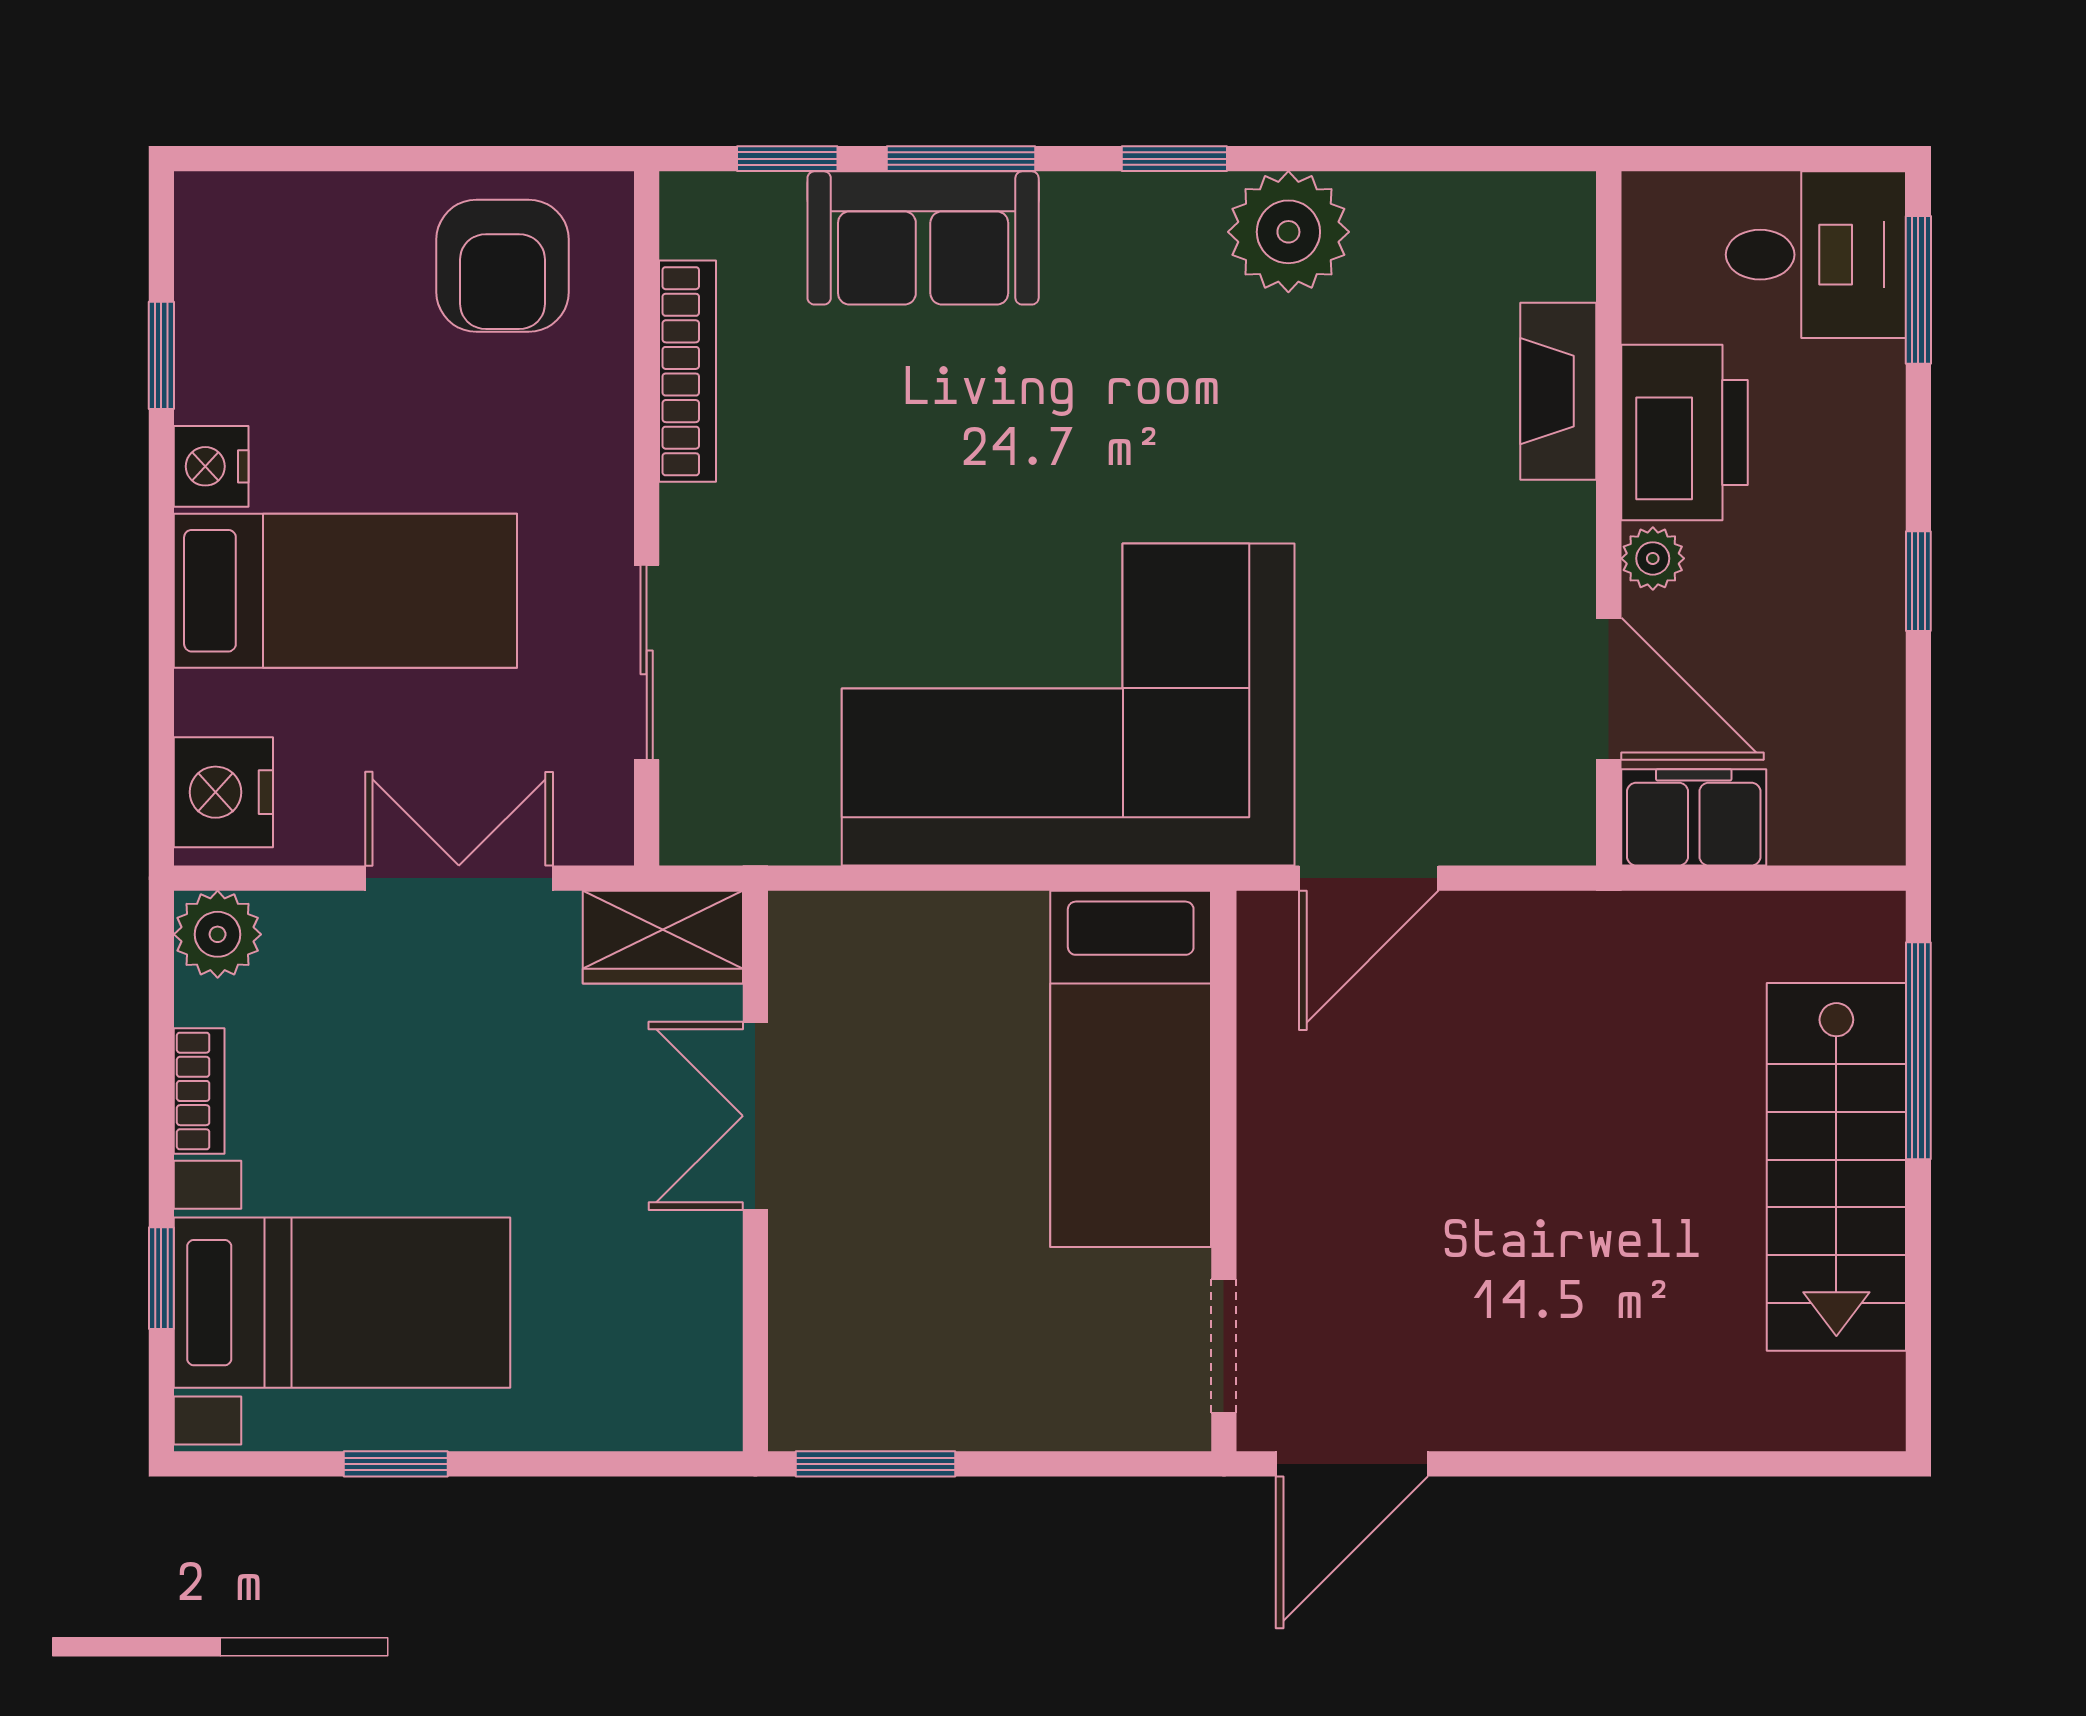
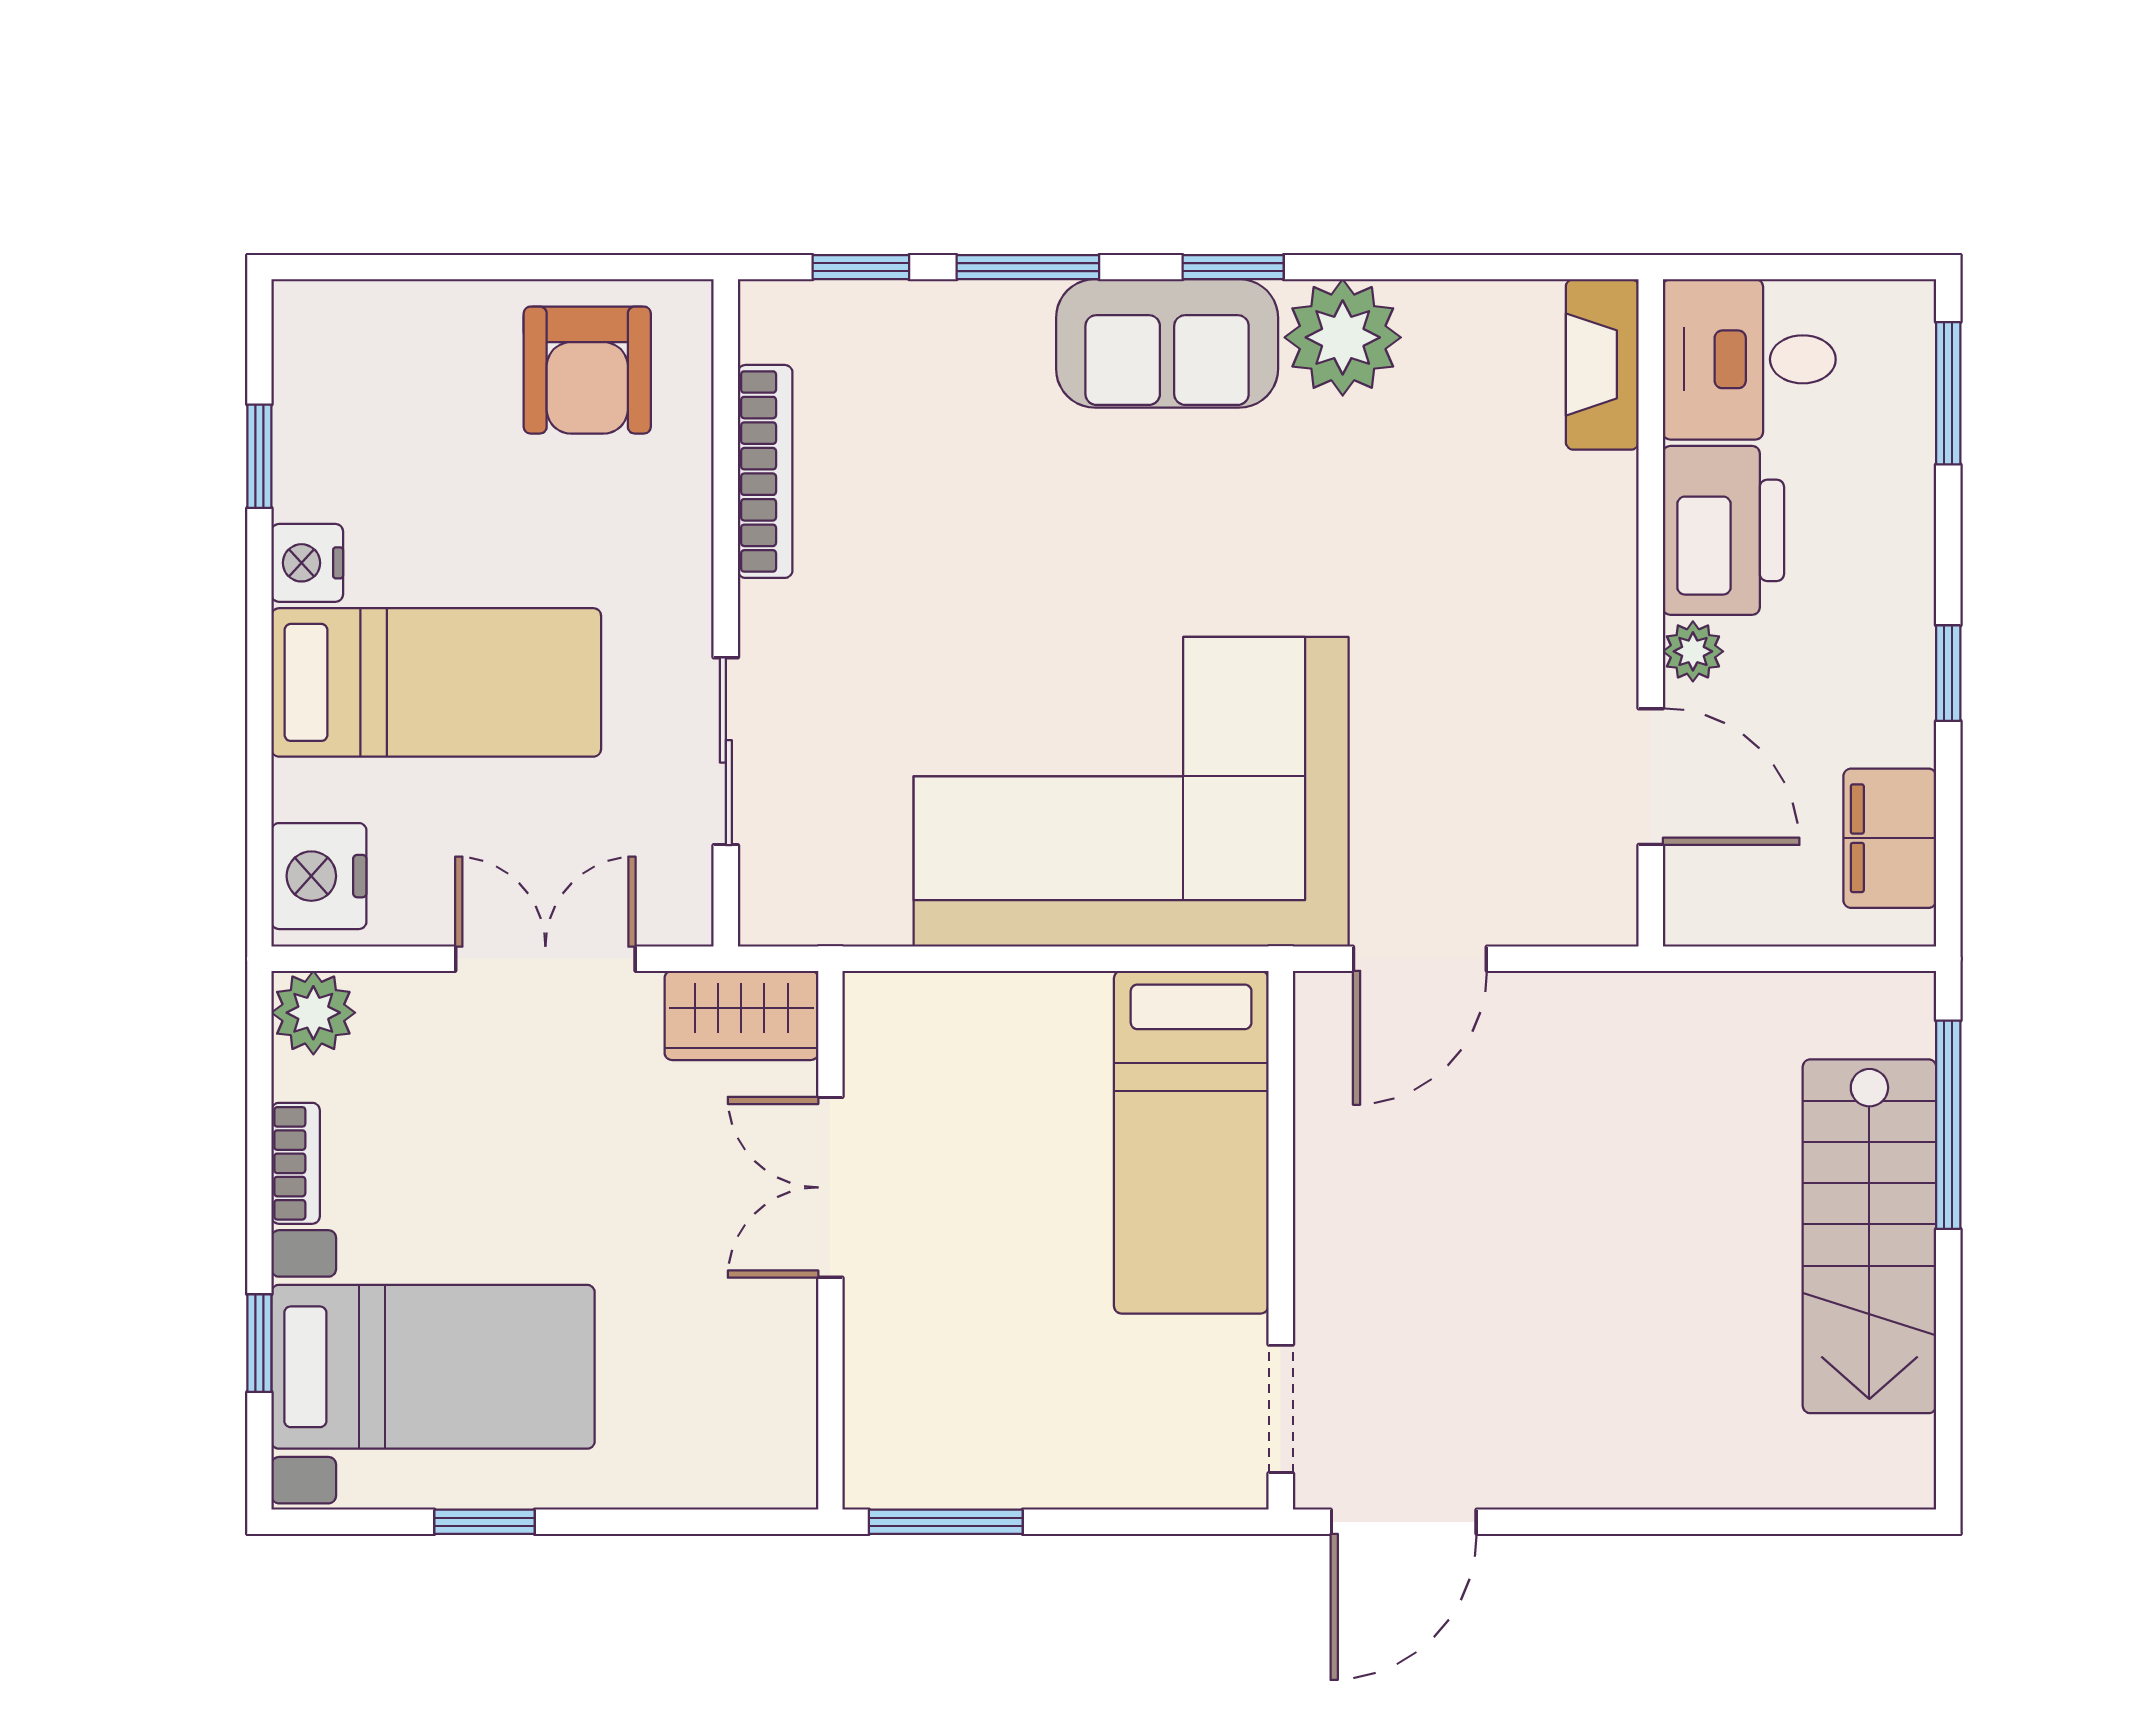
sofa: (923, 238) -> (1167, 343), moved
desk: (1816, 255) -> (1749, 359), moved, turned 180
fireplace: (1558, 391) -> (1602, 364), moved
filing cabinet: (1694, 817) -> (1890, 838), moved, turned -90

